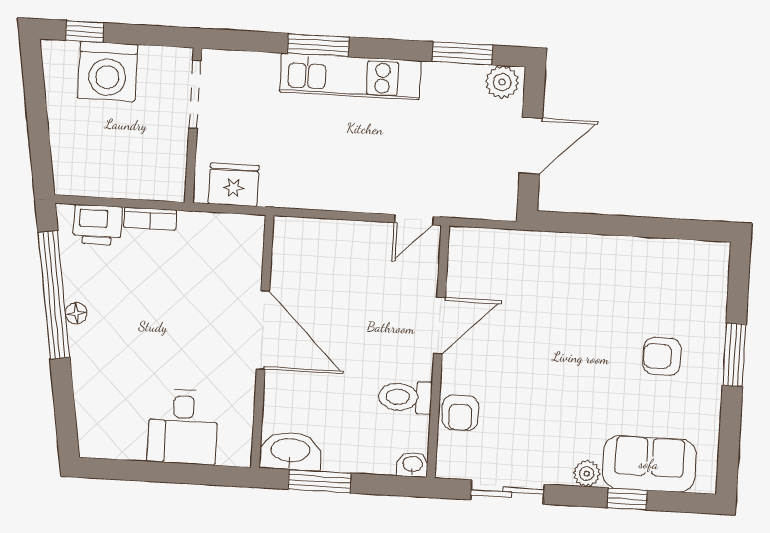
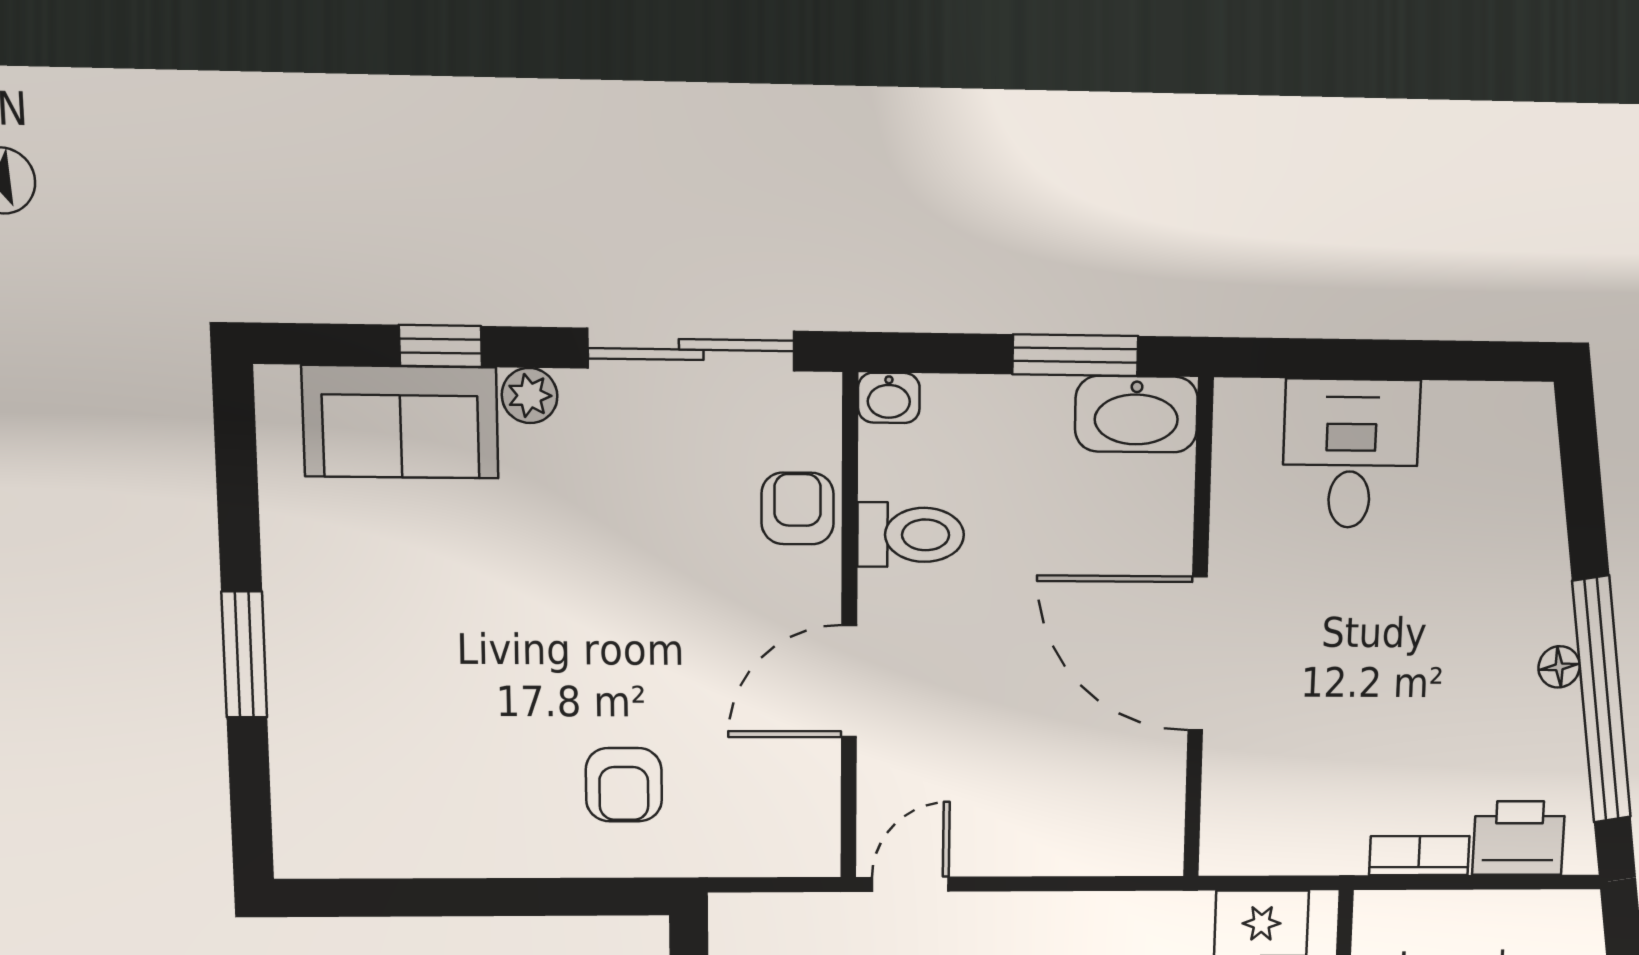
armchair: (662, 356) -> (624, 785), moved, turned 90
sliding door: (507, 492) -> (691, 350), width x1.37

